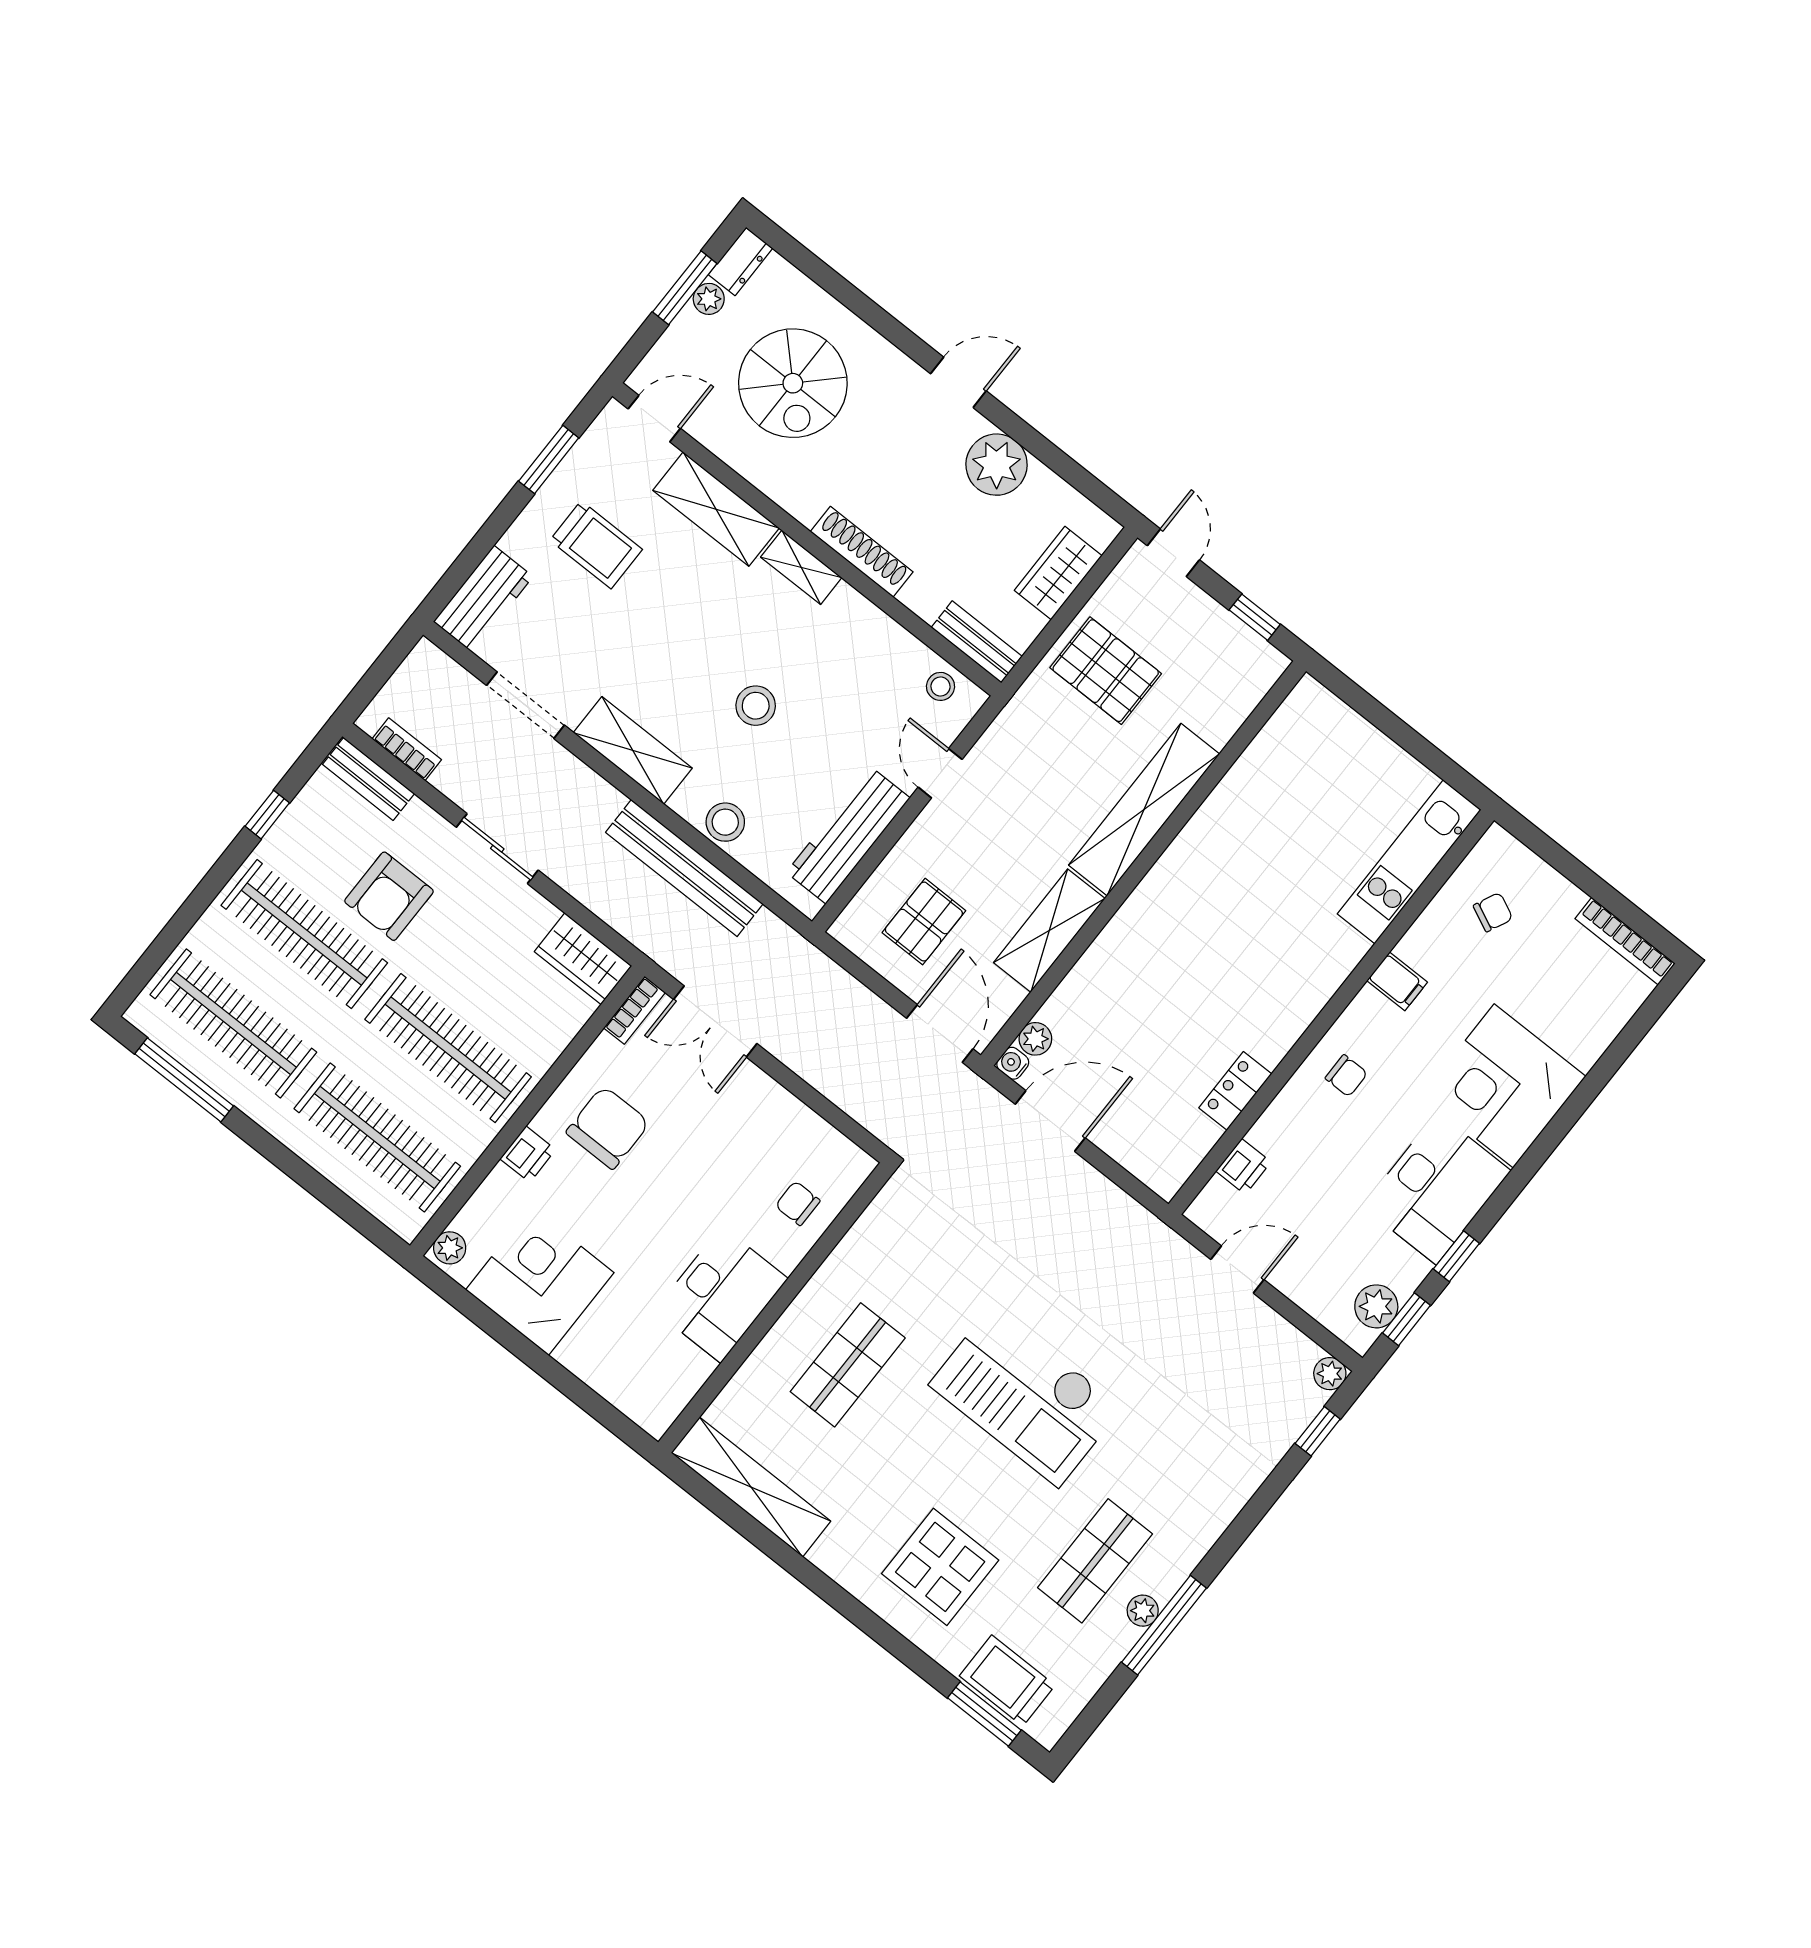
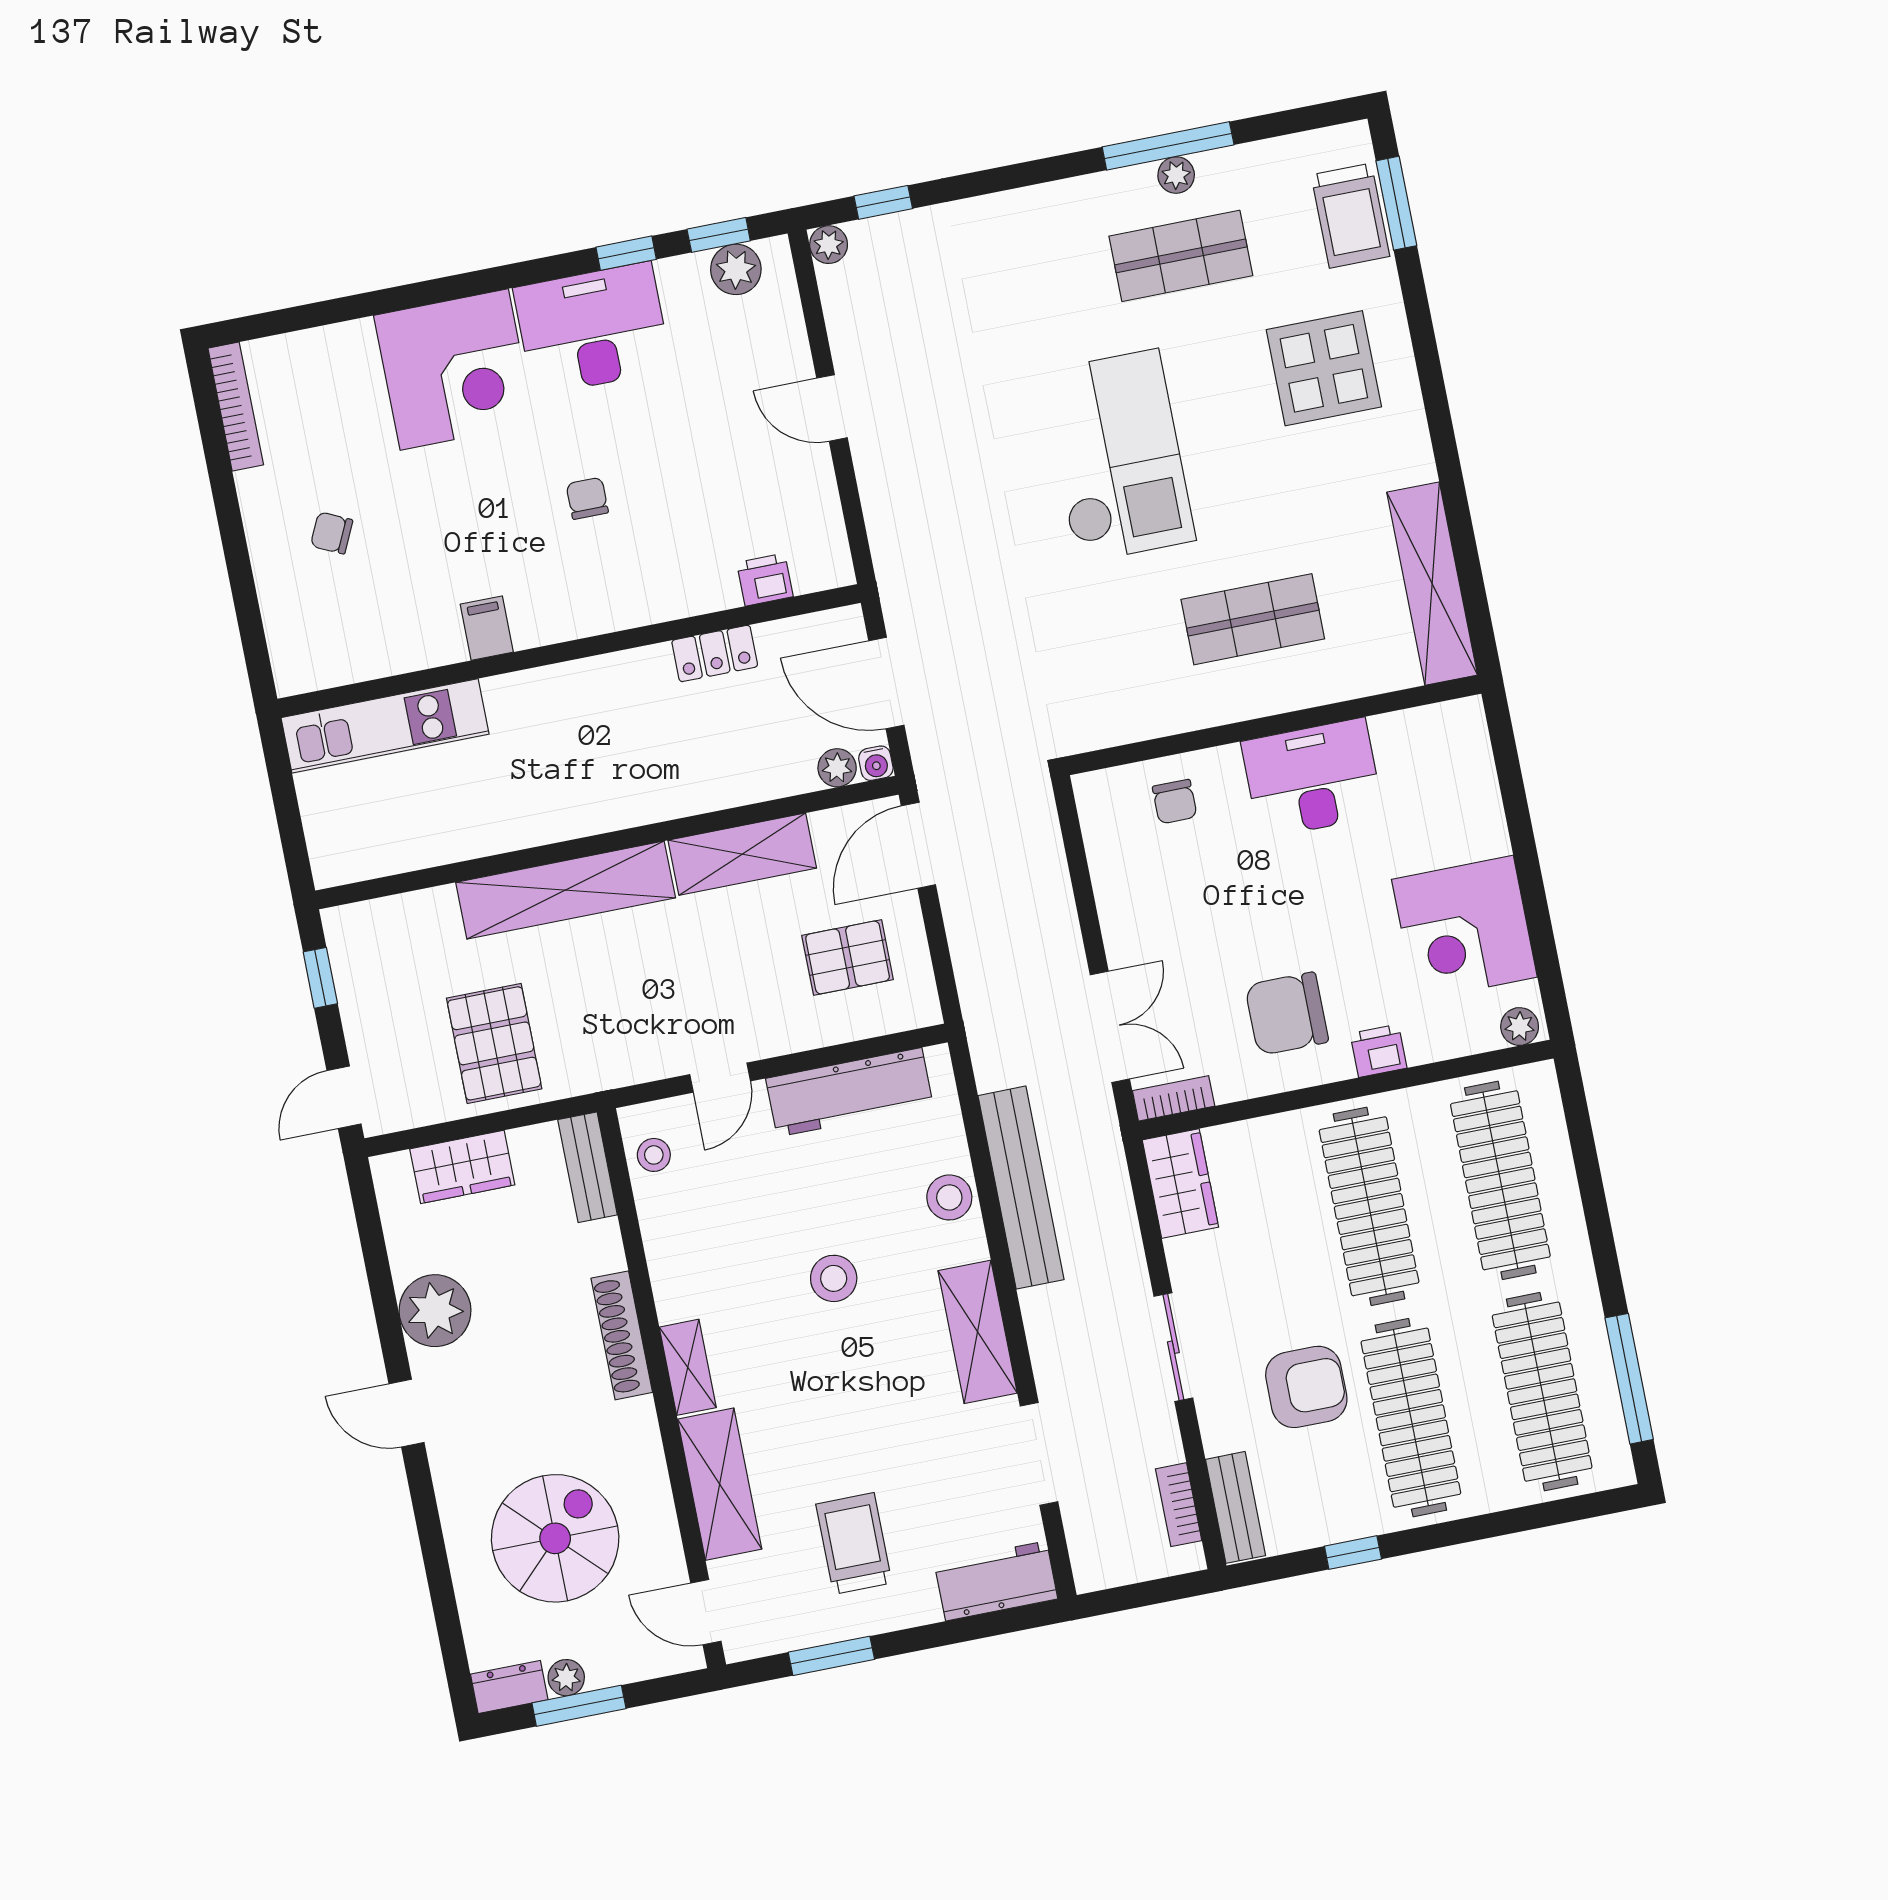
kitchen unit: (1409, 862) -> (385, 726), moved
filing cabinet: (1397, 981) -> (487, 628), moved
wall: (1331, 1012) -> (569, 651), moved
locker: (1235, 1091) -> (715, 653), moved
printer: (1243, 1167) -> (765, 580), moved

